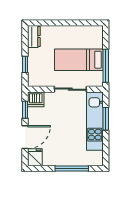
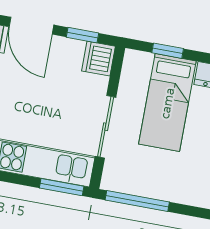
bed: (79, 60) -> (167, 103), moved, turned 180
window: (106, 119) -> (62, 187), moved

